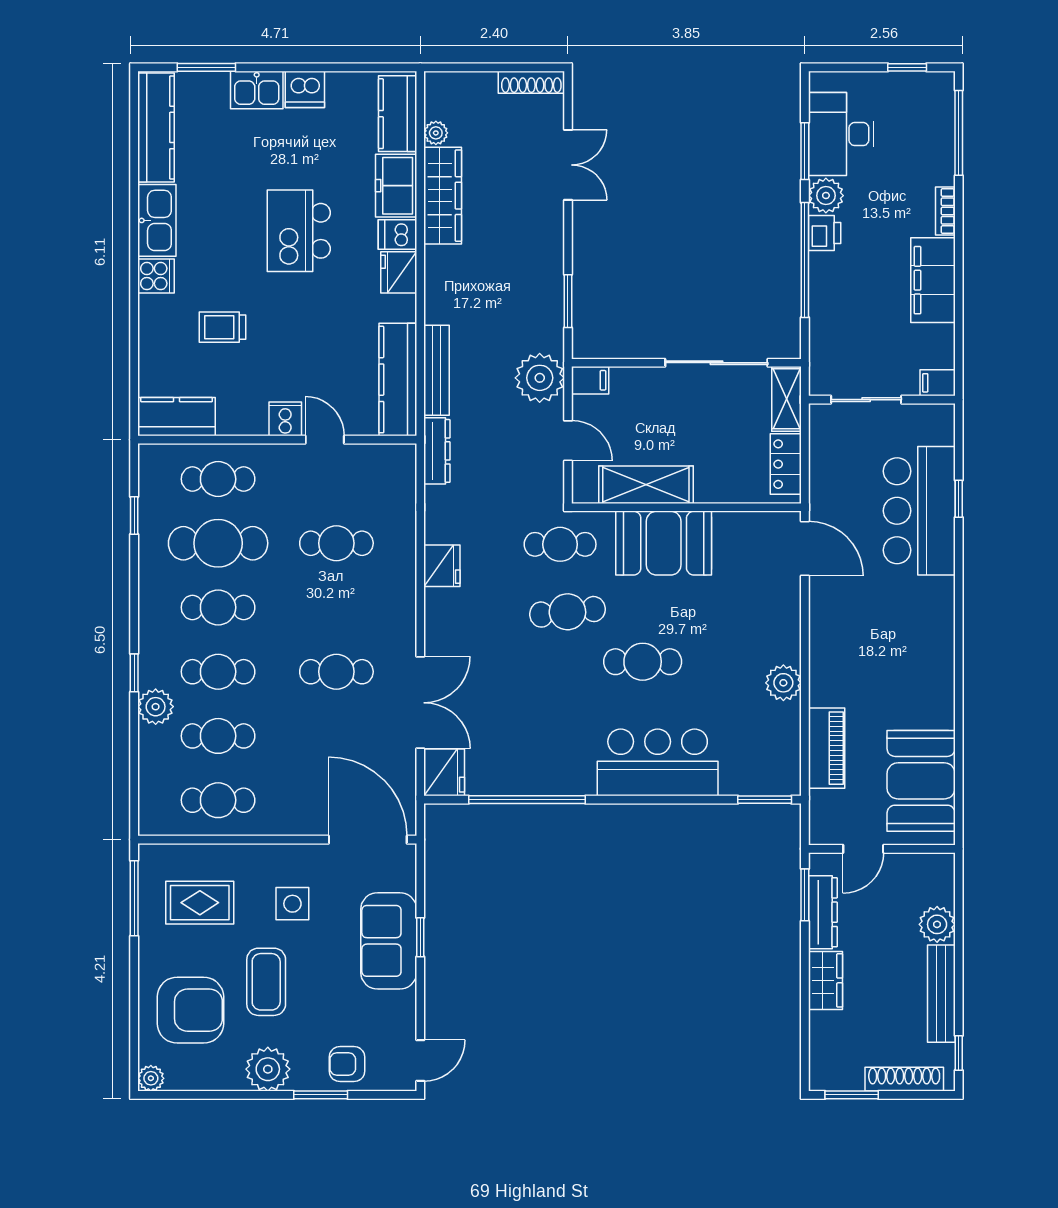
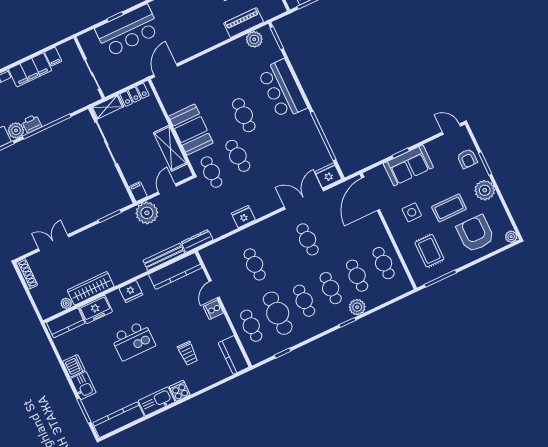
dishwasher: (398, 234) -> (116, 299), removed
filing cabinet: (938, 383) -> (53, 57), moved
plant: (783, 683) -> (254, 39), moved

